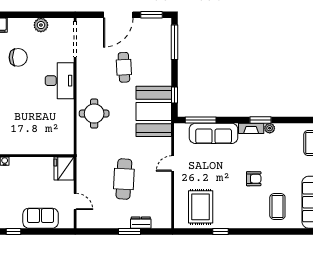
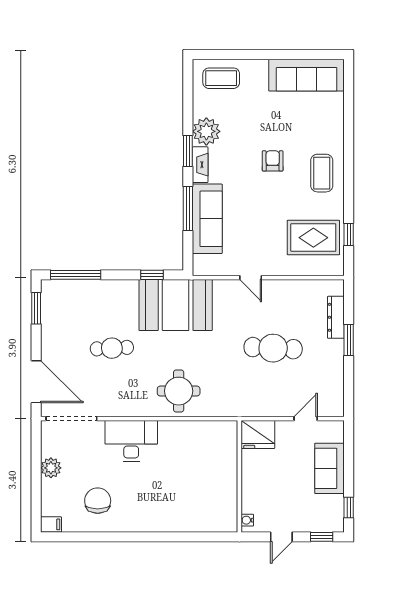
door: (118, 15) -> (36, 382), moved
window: (201, 120) -> (188, 209), moved
plant: (270, 128) -> (206, 131), width x1.87, depth x1.87
coffee table: (277, 207) -> (322, 173), moved, turned 90
dresser: (141, 223) -> (336, 317), width x1.44
window: (221, 231) -> (349, 235), moved

